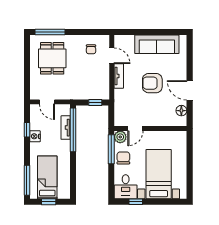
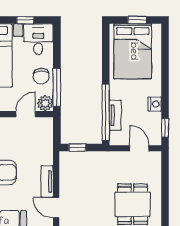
chair: (91, 49) -> (83, 216), removed
window: (27, 130) -> (165, 128), moved
bed: (47, 177) -> (133, 51), width x1.50
window: (27, 180) -> (165, 48), removed

